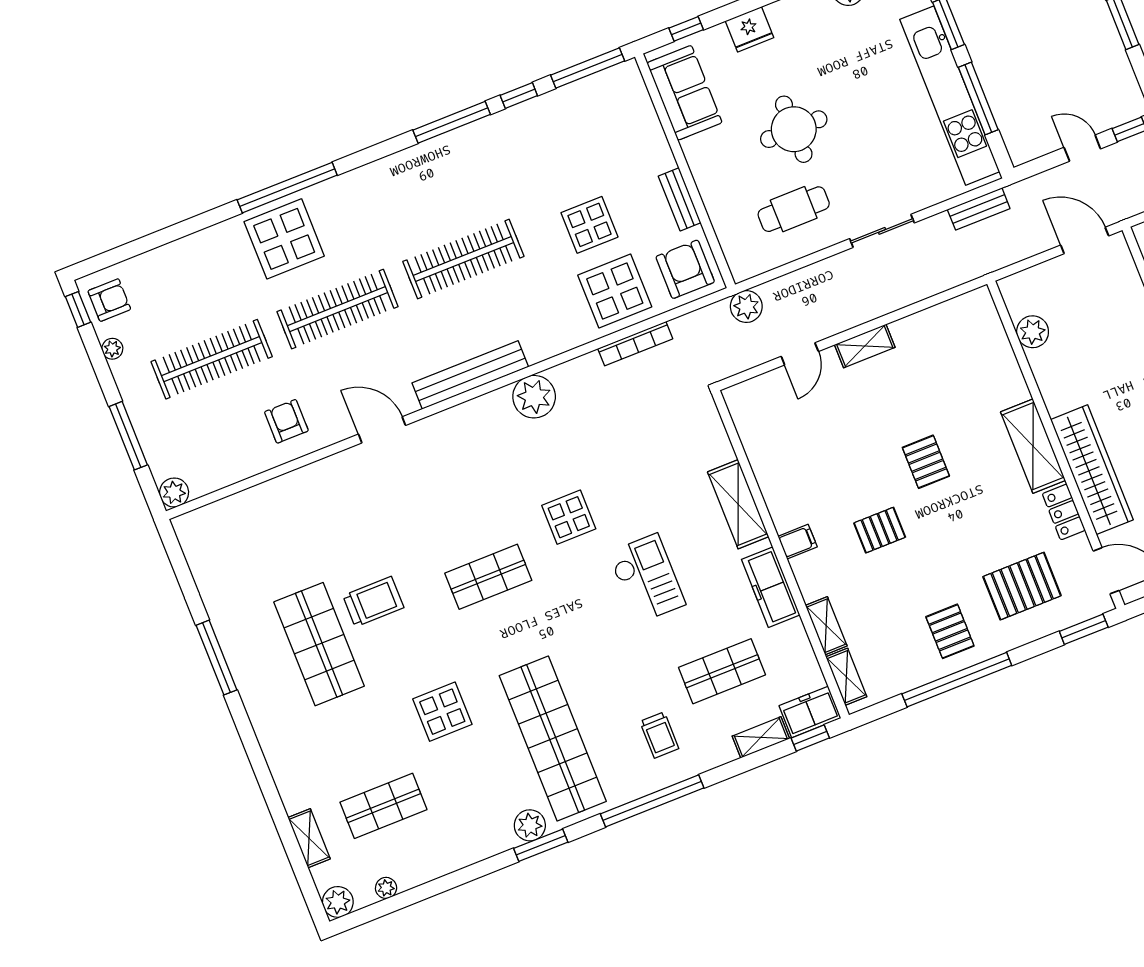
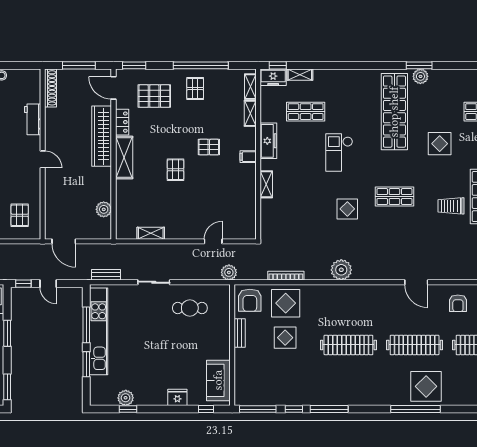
round table: (794, 129) -> (175, 344), removed
shelving: (865, 346) -> (151, 233), moved
bench: (470, 375) -> (366, 291), removed
shelving: (738, 504) -> (266, 184), width x0.67, depth x0.75
checkout: (647, 579) -> (339, 153), moved
trolley: (659, 735) -> (346, 94), removed
window: (652, 801) -> (361, 65), removed

